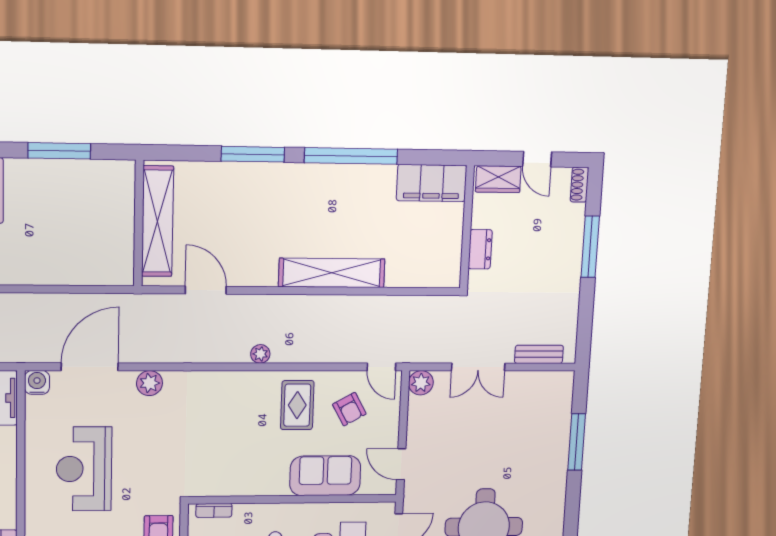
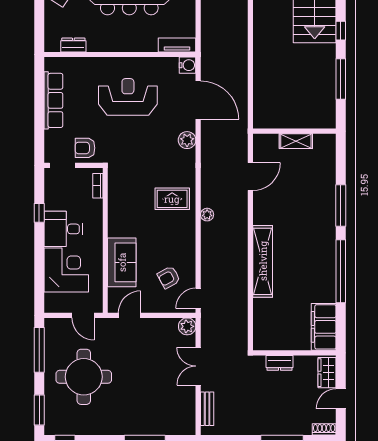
shelving: (158, 221) -> (296, 141), width x0.45, depth x0.75
rug: (297, 405) -> (172, 199), moved

